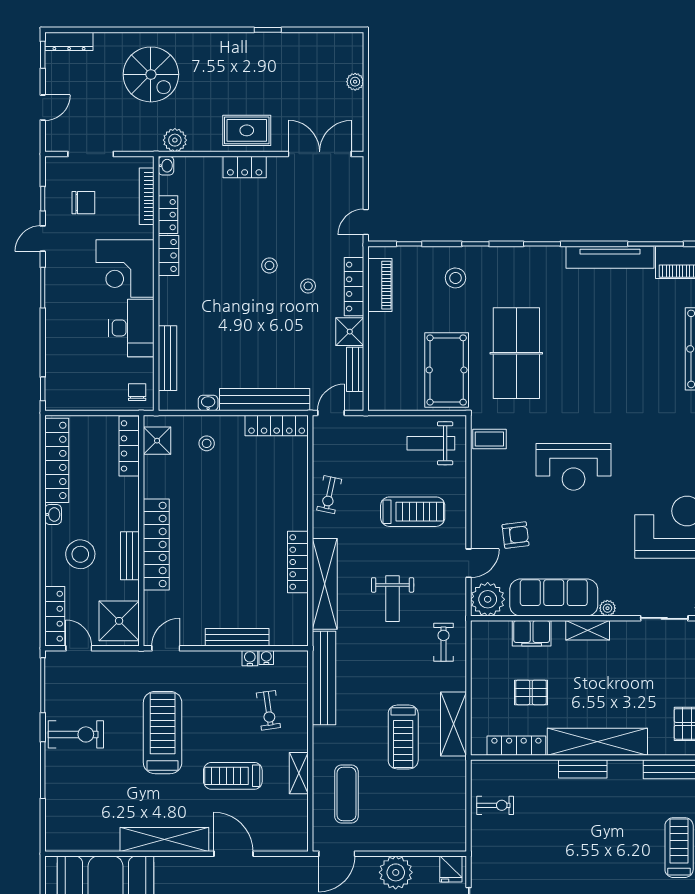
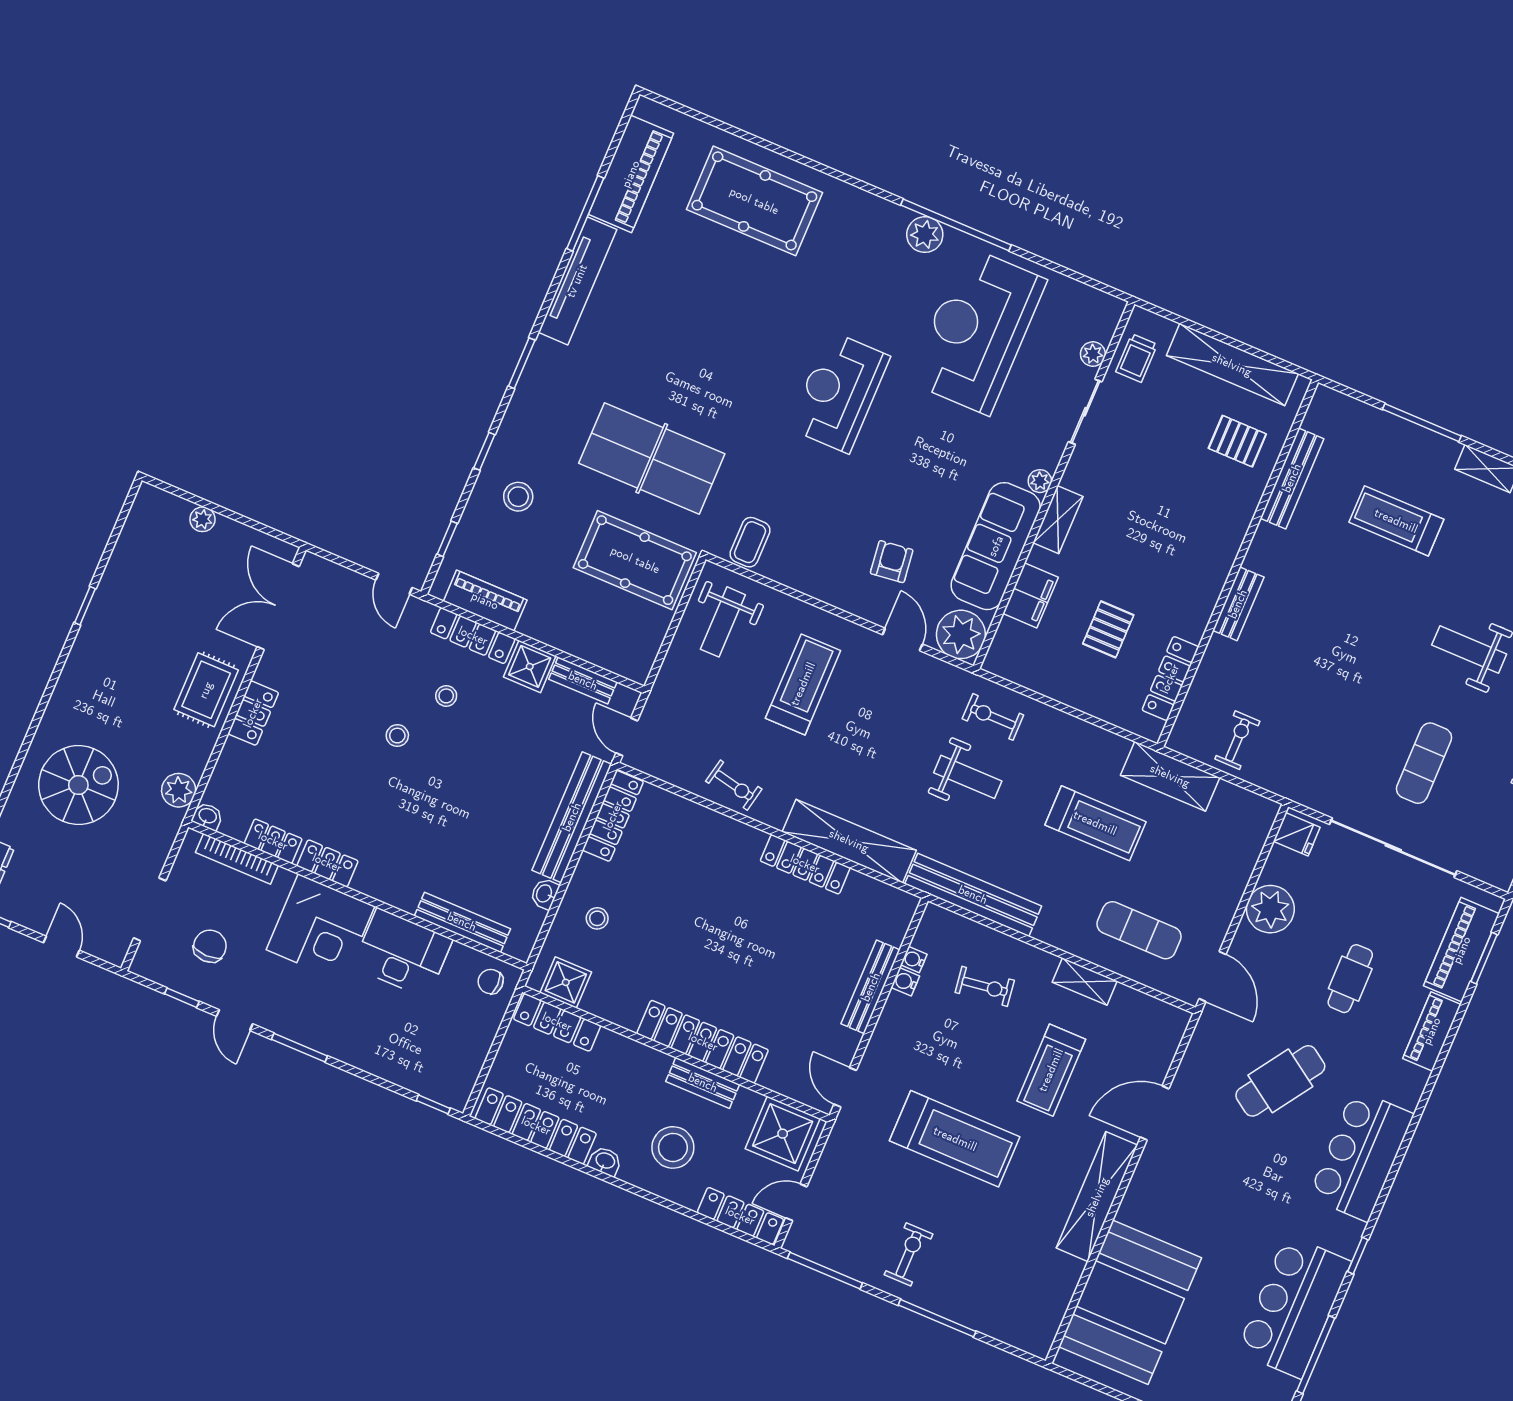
reception desk: (574, 467) -> (839, 392), moved, turned 180
weight bench: (393, 599) -> (968, 777), moved
shelving: (454, 724) -> (1170, 776), moved
treadmill: (163, 733) -> (955, 1139), turned 180
exercise bike: (76, 734) -> (909, 1254), width x0.73, depth x0.72
shelving: (597, 742) -> (1211, 569), removed

